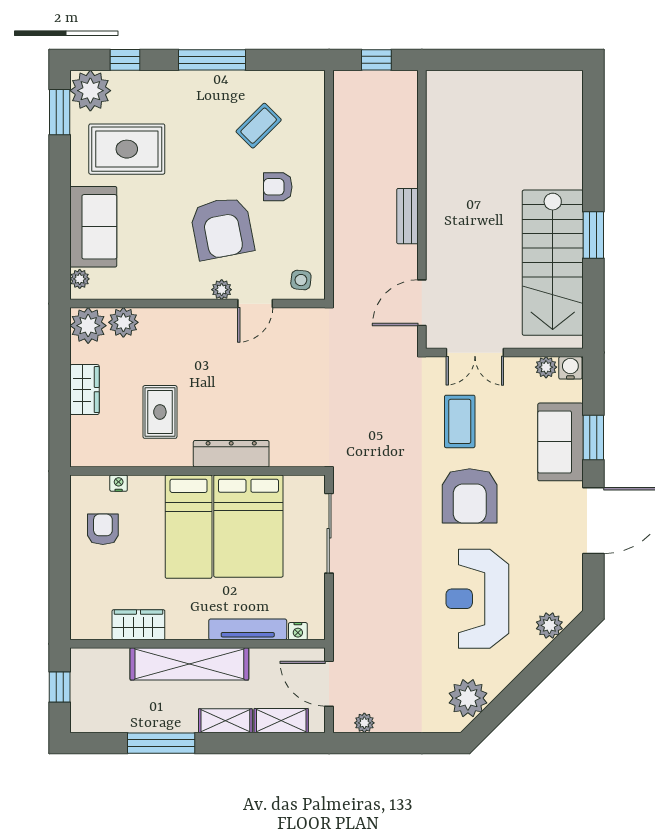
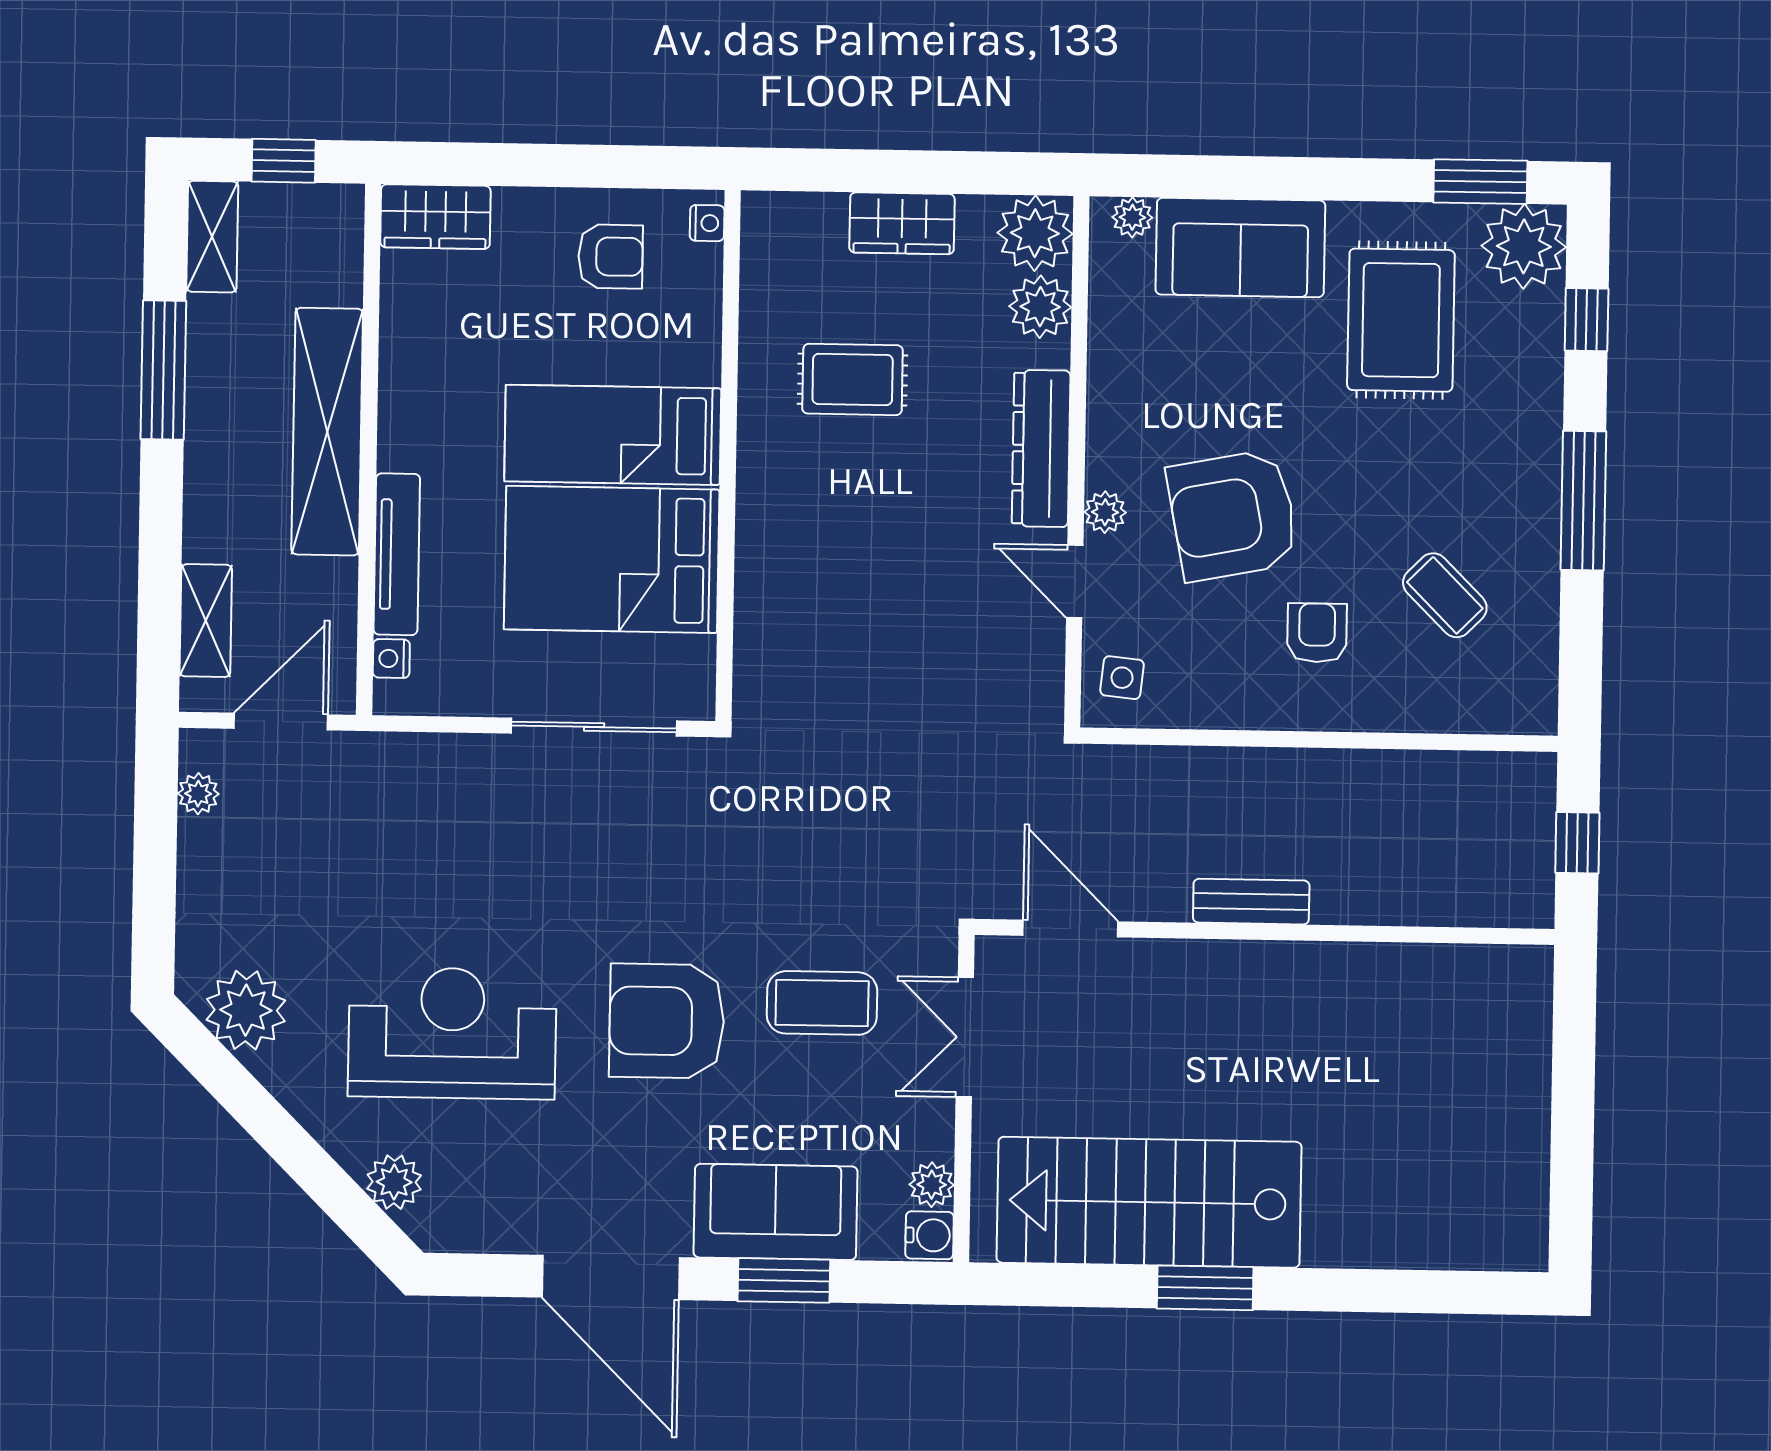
dresser: (231, 454) -> (1041, 448), moved, turned 180
nightstand: (119, 483) -> (707, 223), moved
wardrobe: (138, 625) -> (435, 217), moved, turned 90
shelving: (225, 721) -> (212, 237), moved

